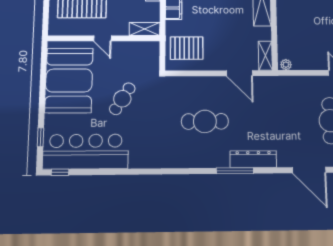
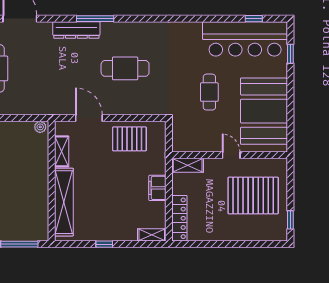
pallet: (187, 48) -> (129, 139), moved
shelving: (265, 56) -> (62, 151), moved
cafe table: (122, 99) -> (209, 92), turned -32
window: (60, 172) -> (254, 19), moved

